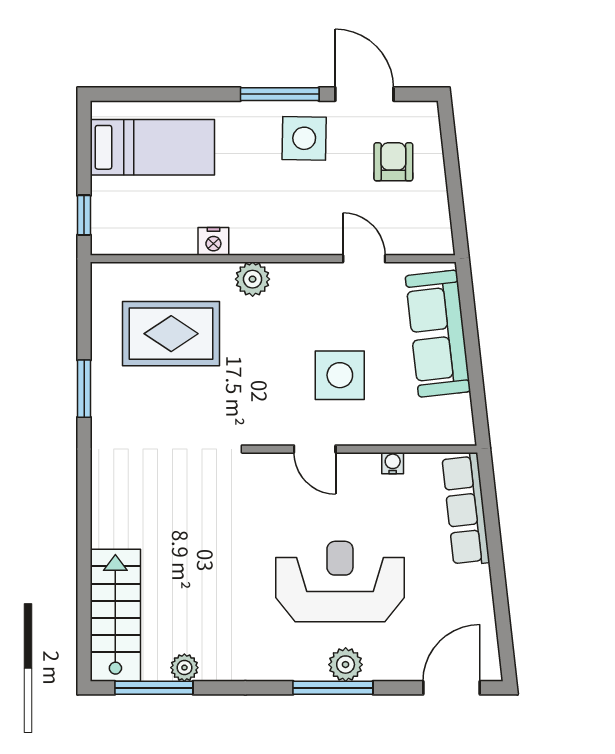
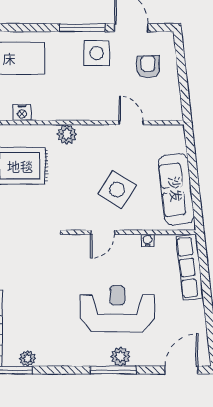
nightstand: (213, 241) -> (22, 113), moved
sofa: (438, 334) -> (176, 189), moved
side table: (340, 375) -> (117, 190), turned 33
door: (315, 449) -> (103, 232), hinge flipped

